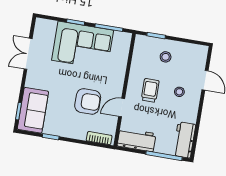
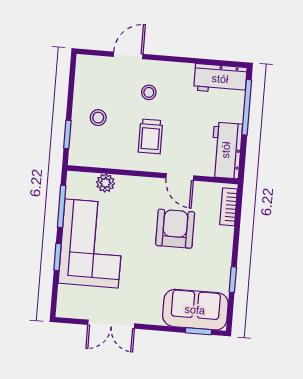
plant: (122, 58) -> (105, 183), added
trolley: (150, 90) -> (150, 136), turned -90

